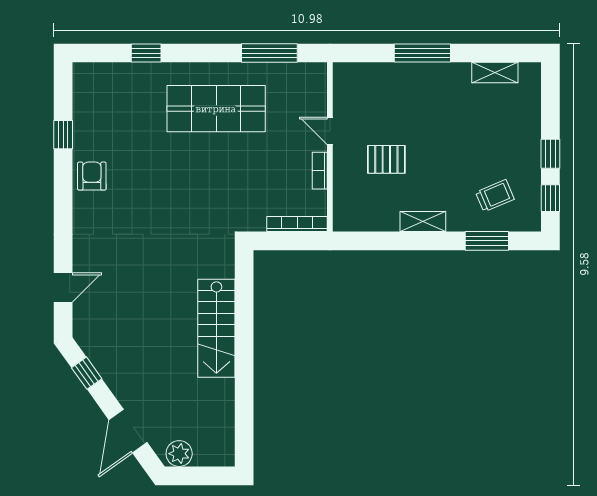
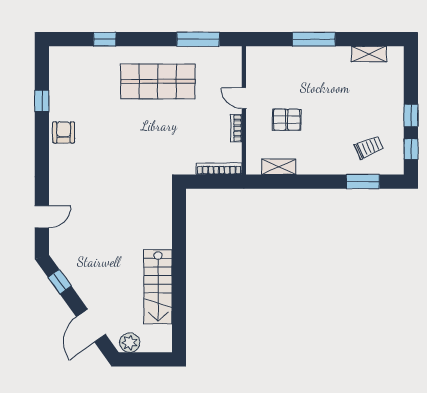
shelving: (423, 221) -> (279, 167), moved
stairs: (216, 328) -> (158, 287), moved

